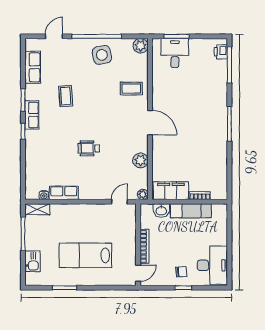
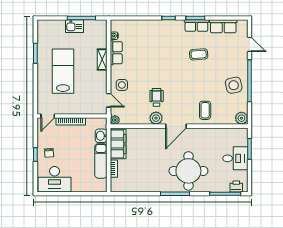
desk: (175, 53) -> (235, 158), moved
round table: (203, 108) -> (188, 171), added
row of seats: (32, 115) -> (196, 26), moved
wheelchair: (89, 148) -> (157, 97), moved
plant: (140, 160) -> (156, 118), moved
side table: (102, 186) -> (122, 85), added
shelving: (37, 209) -> (102, 60), moved
kitchen sink: (33, 261) -> (74, 26), moved
door: (138, 273) -> (48, 116), hinge flipped

